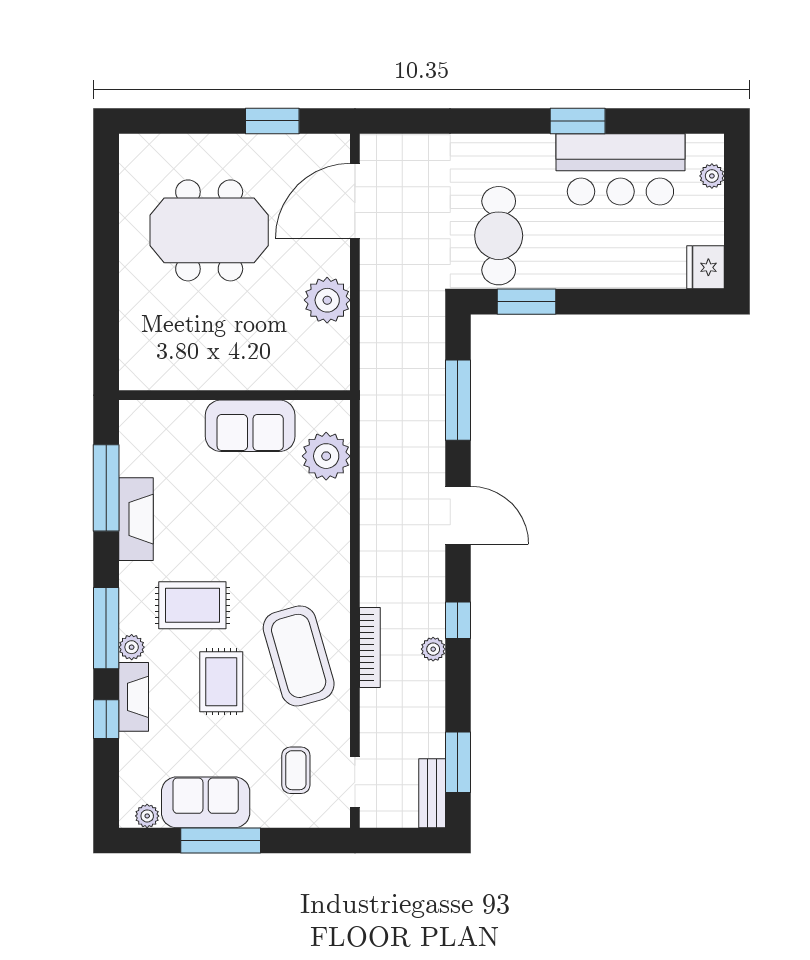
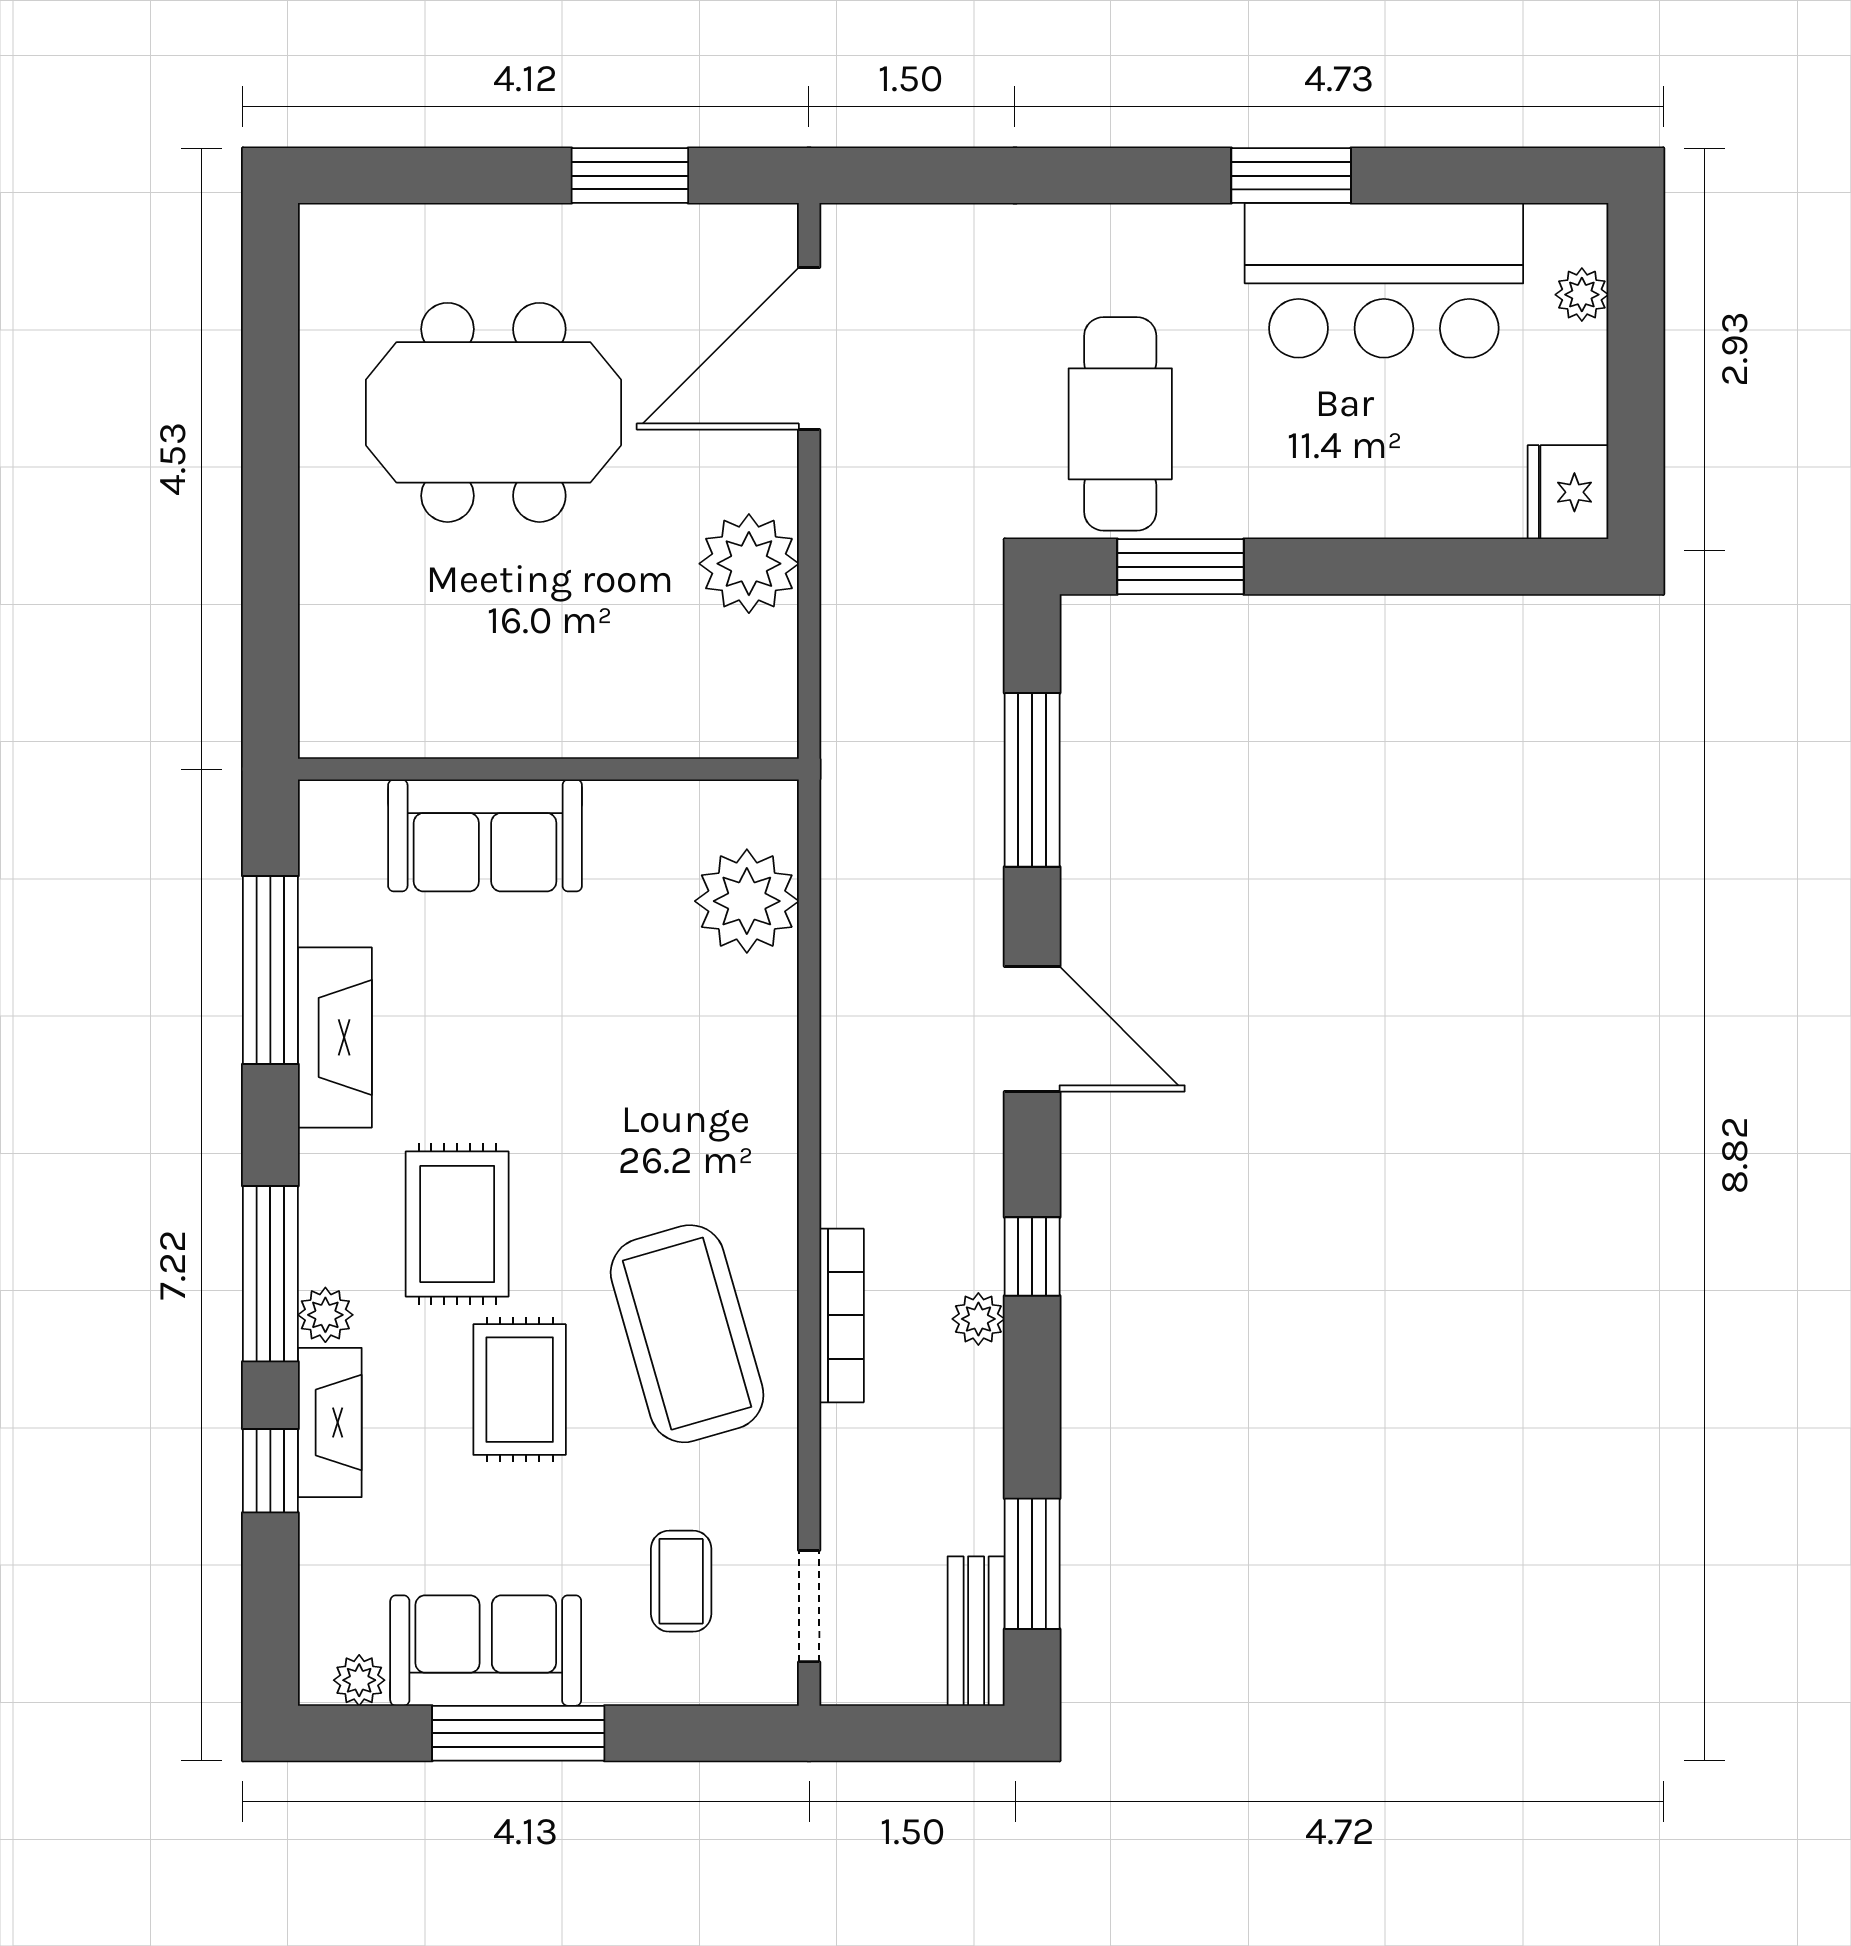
sofa: (250, 426) -> (485, 835), moved
rug: (192, 605) -> (457, 1224), turned 90

